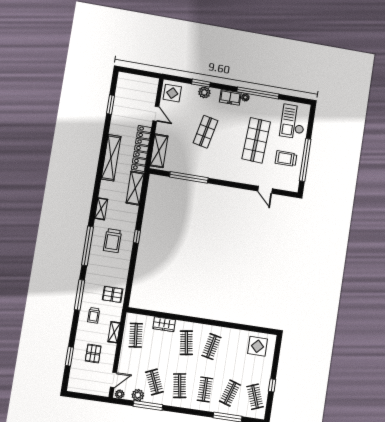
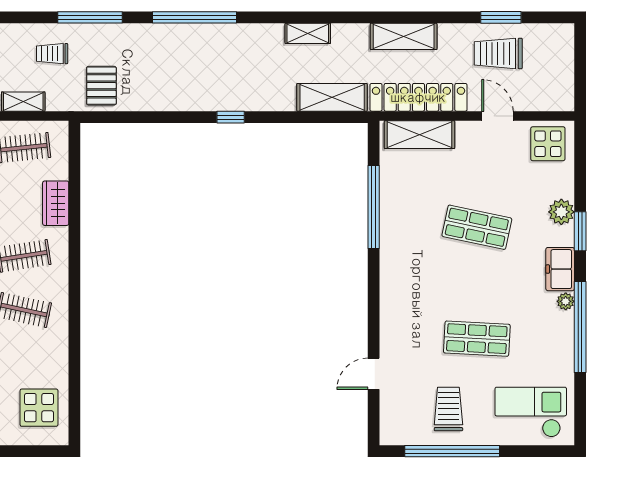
window: (201, 83) -> (580, 231), moved
door: (156, 114) -> (498, 116), swing flipped
shop shelf: (256, 140) -> (477, 339), width x0.70, depth x0.74
shelving: (111, 158) -> (404, 36), width x0.68
shelving: (101, 209) -> (308, 33), moved
trolley: (113, 241) -> (498, 53), moved

